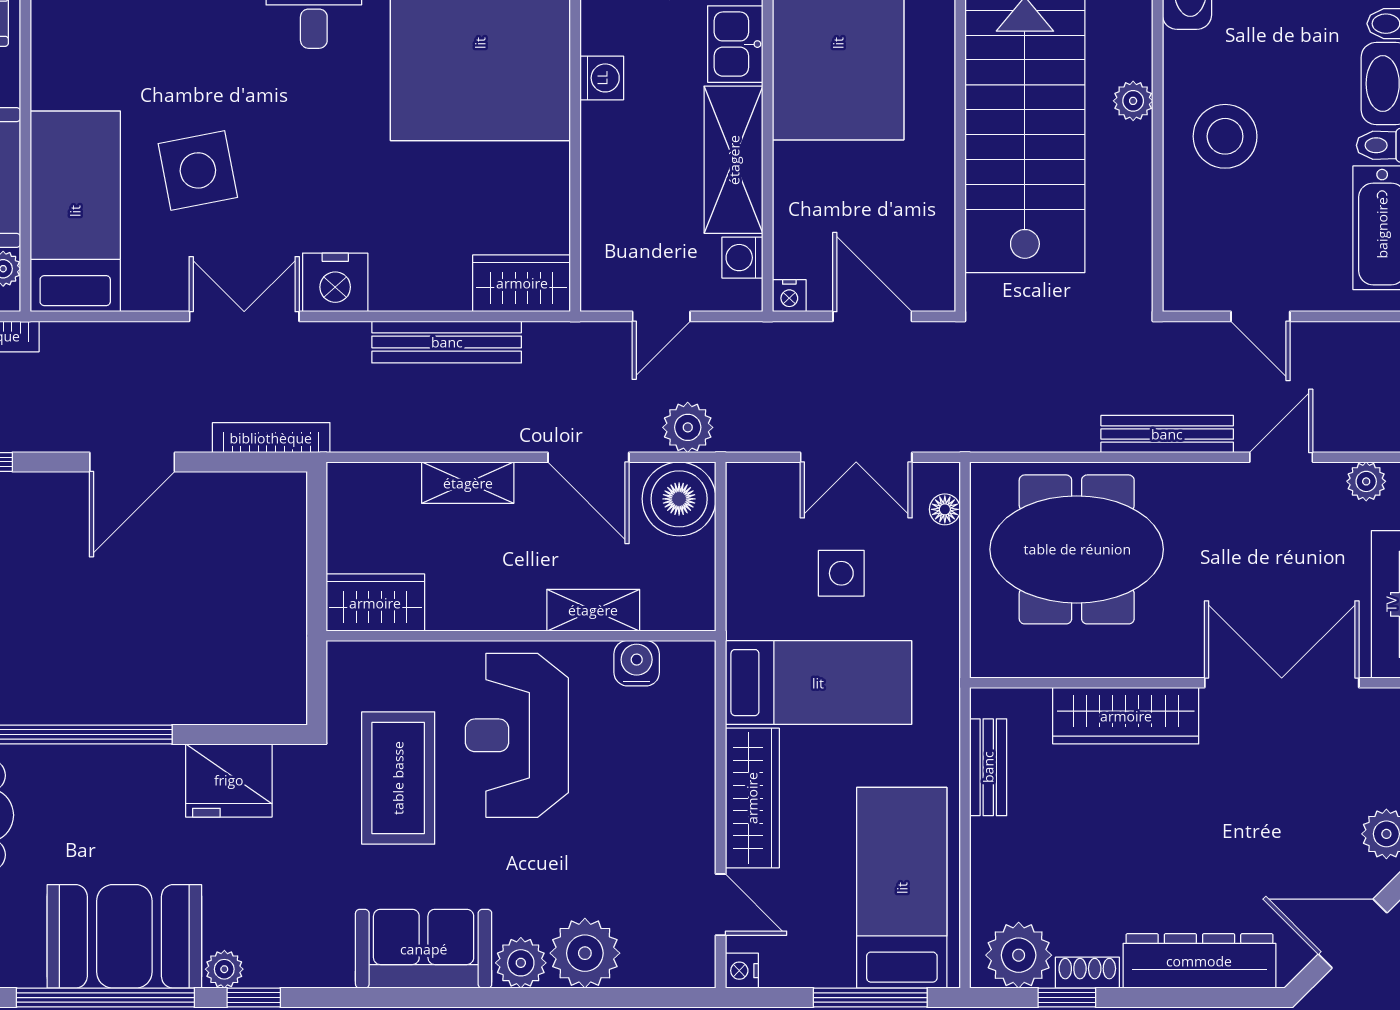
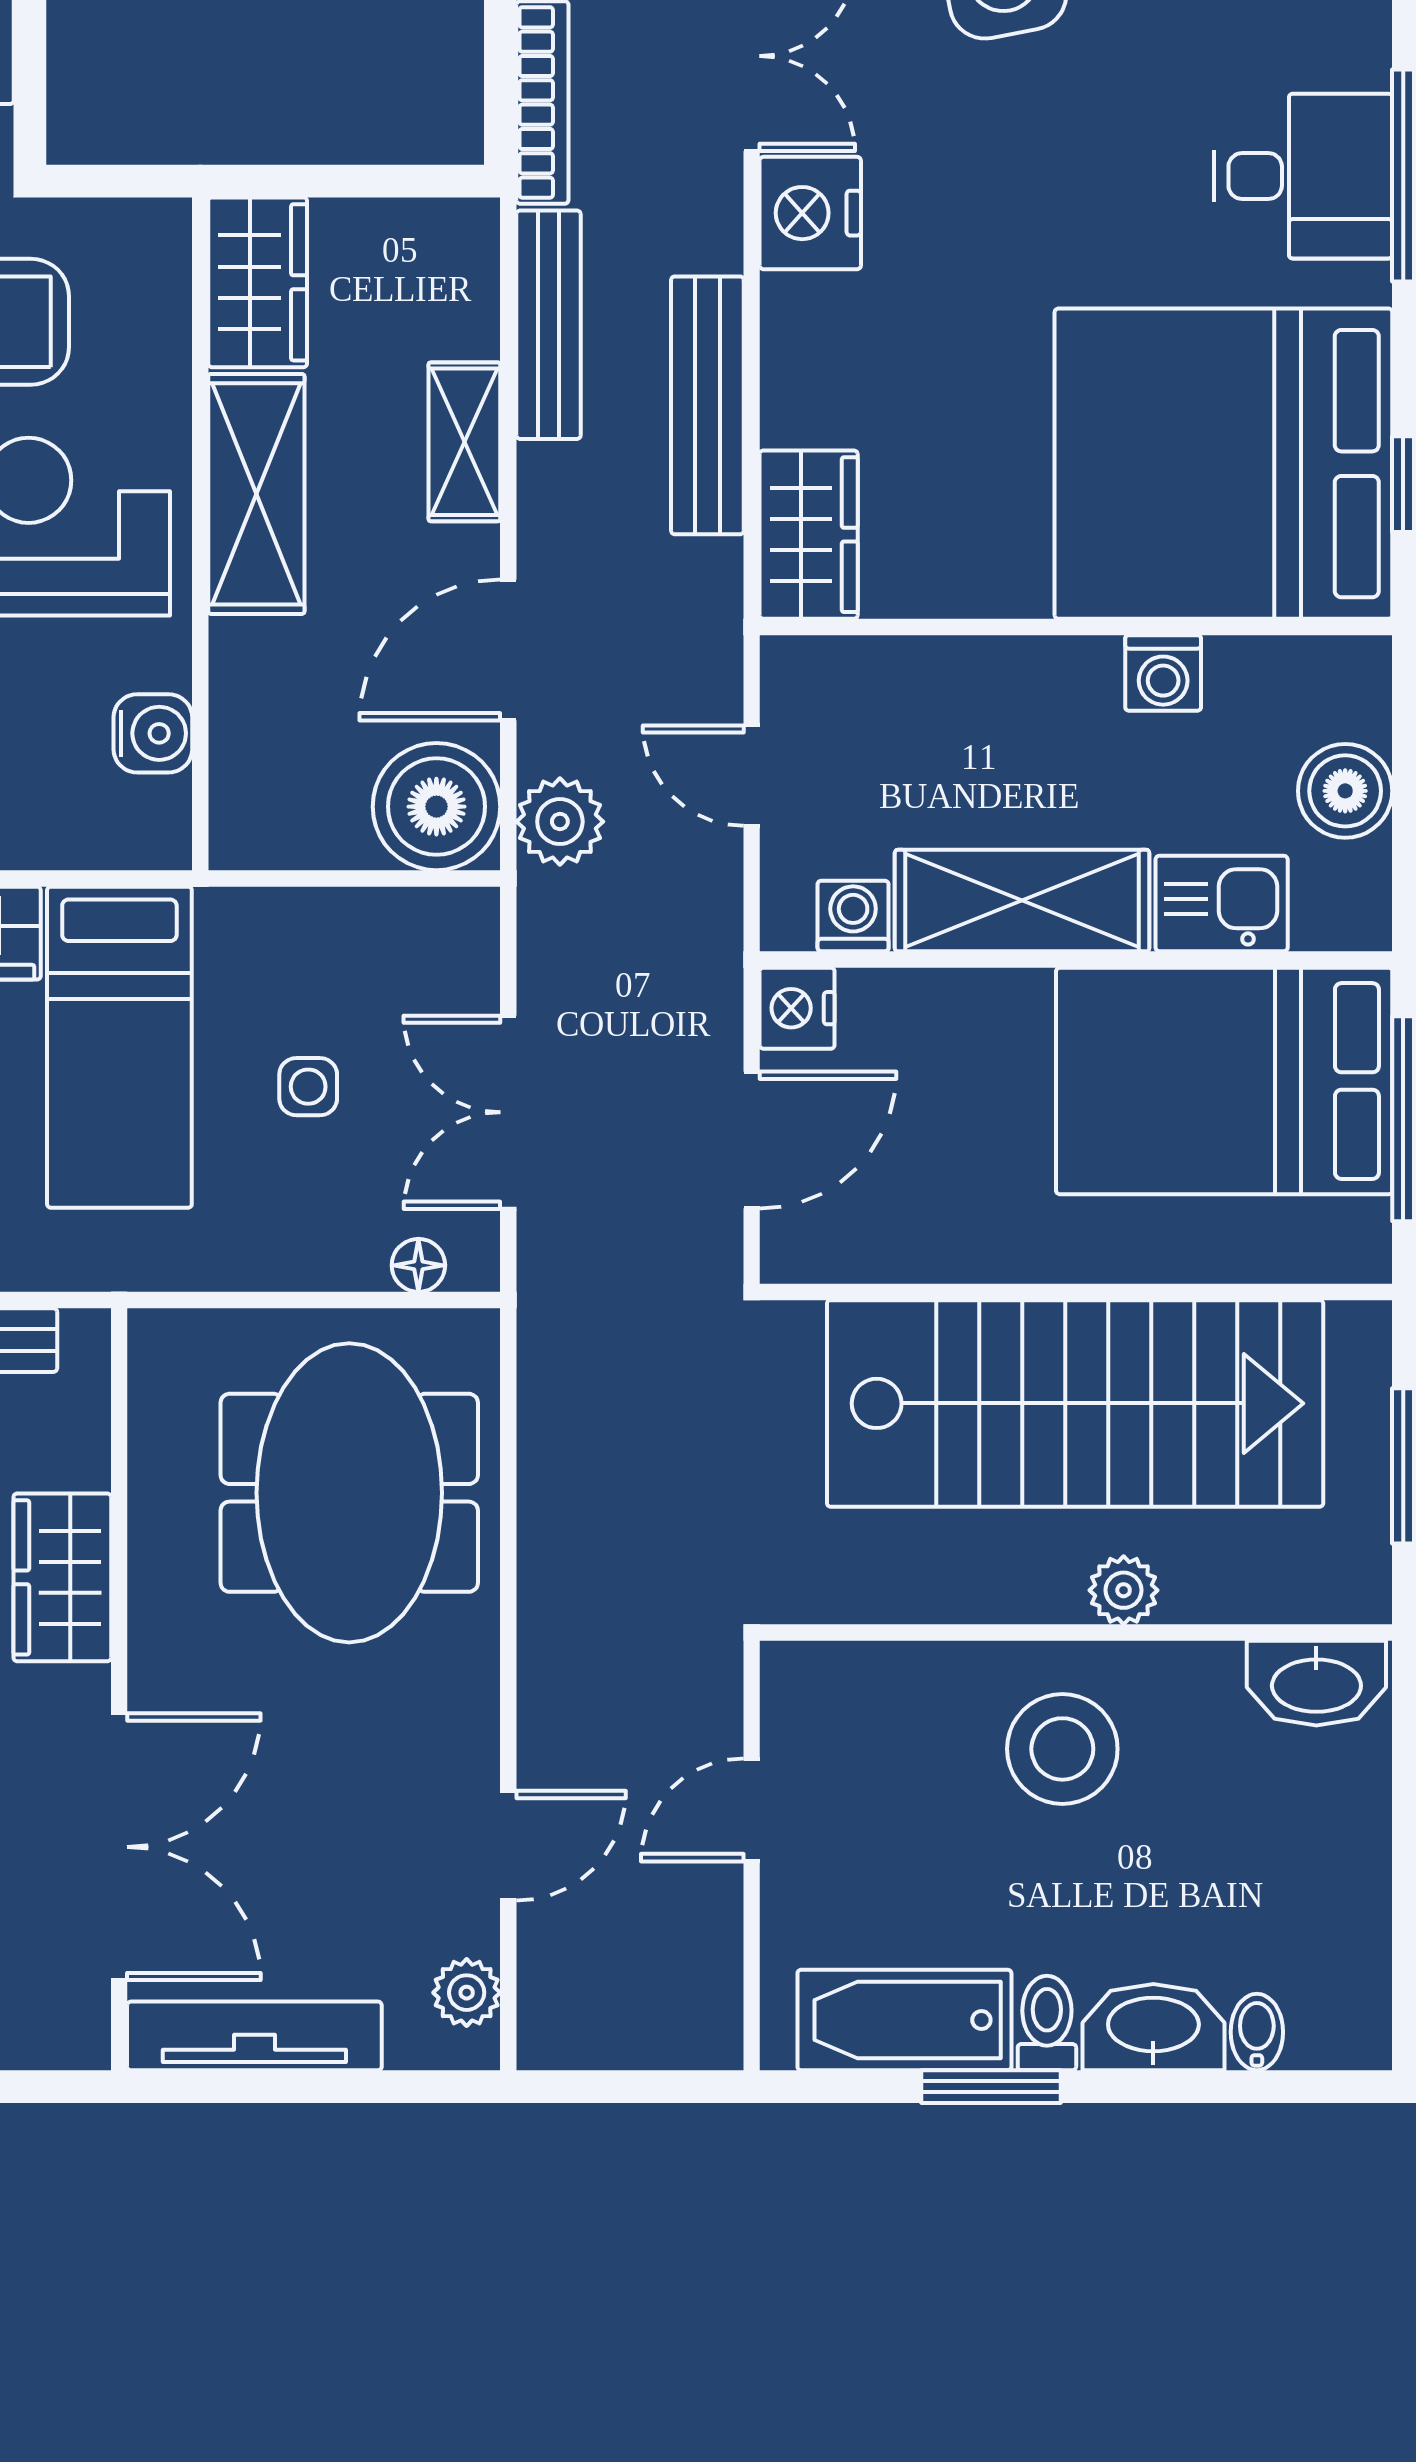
nightstand: (789, 296) -> (797, 1008), width x1.39, depth x1.35
bench: (1167, 434) -> (548, 325), moved
door: (1281, 457) -> (508, 1846), hinge flipped
side table: (841, 573) -> (308, 1087), width x0.73, depth x0.73
shelving: (593, 610) -> (256, 494), moved, width x1.50, depth x1.33
wardrobe: (1126, 716) -> (62, 1577), width x0.67

